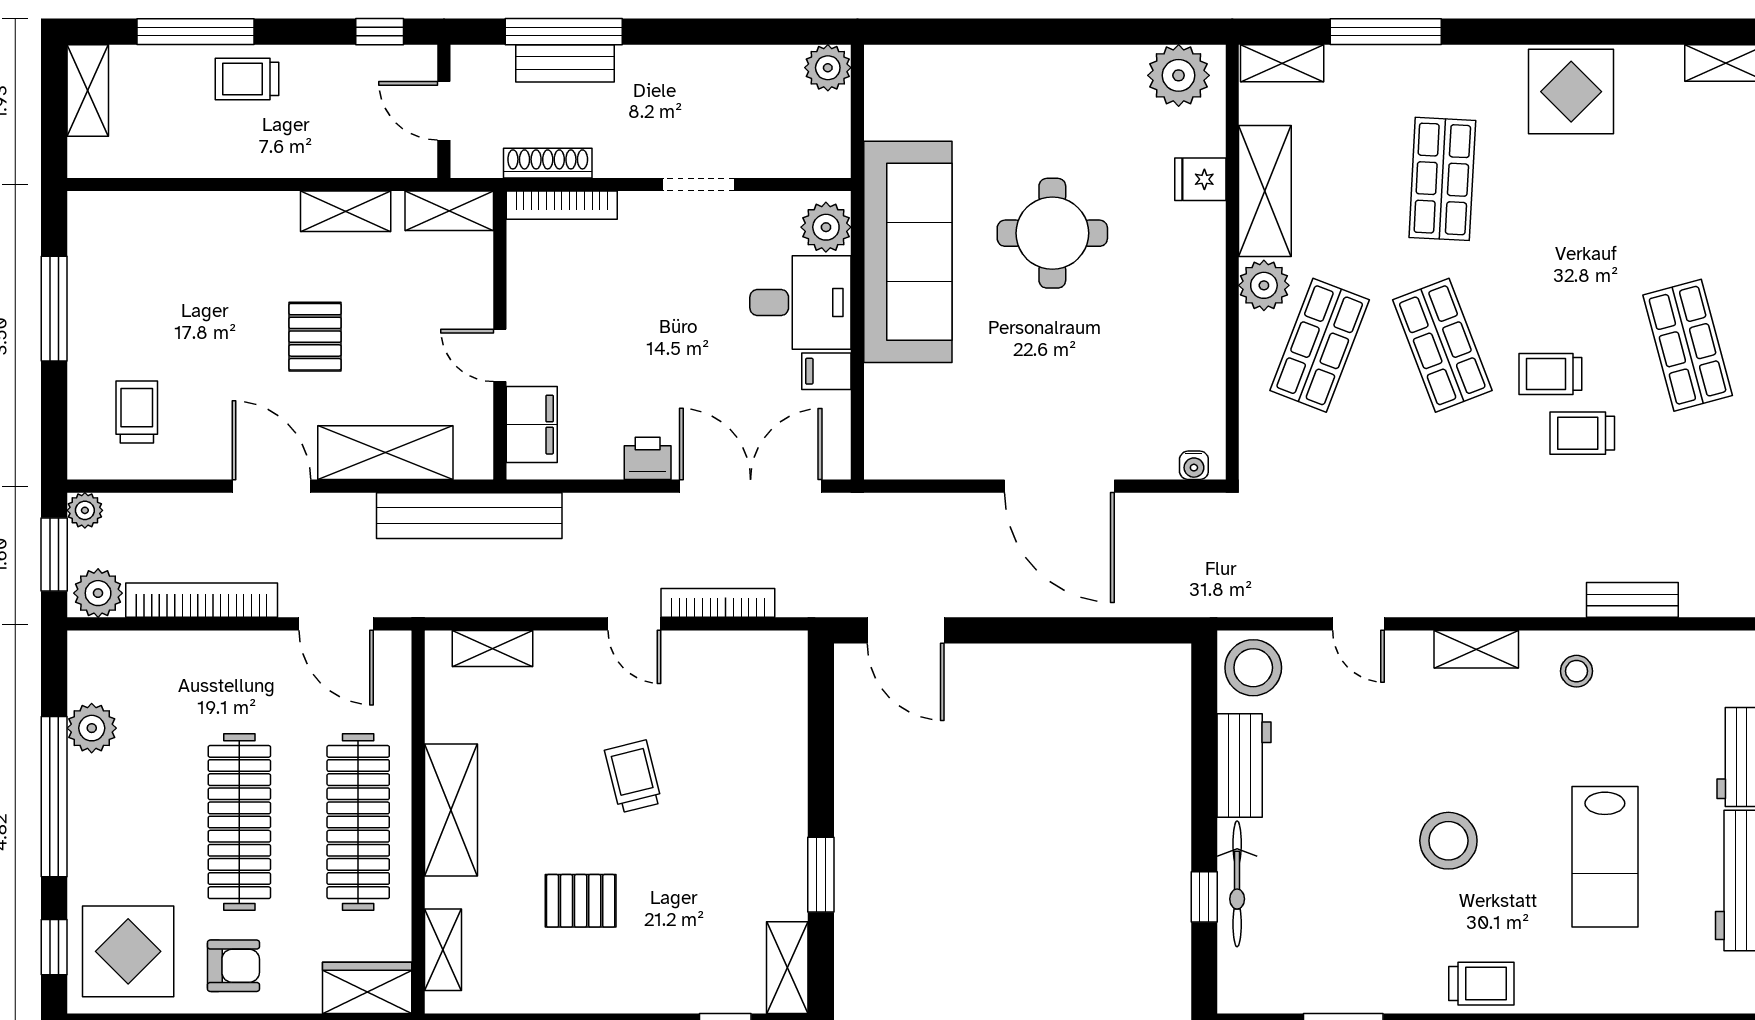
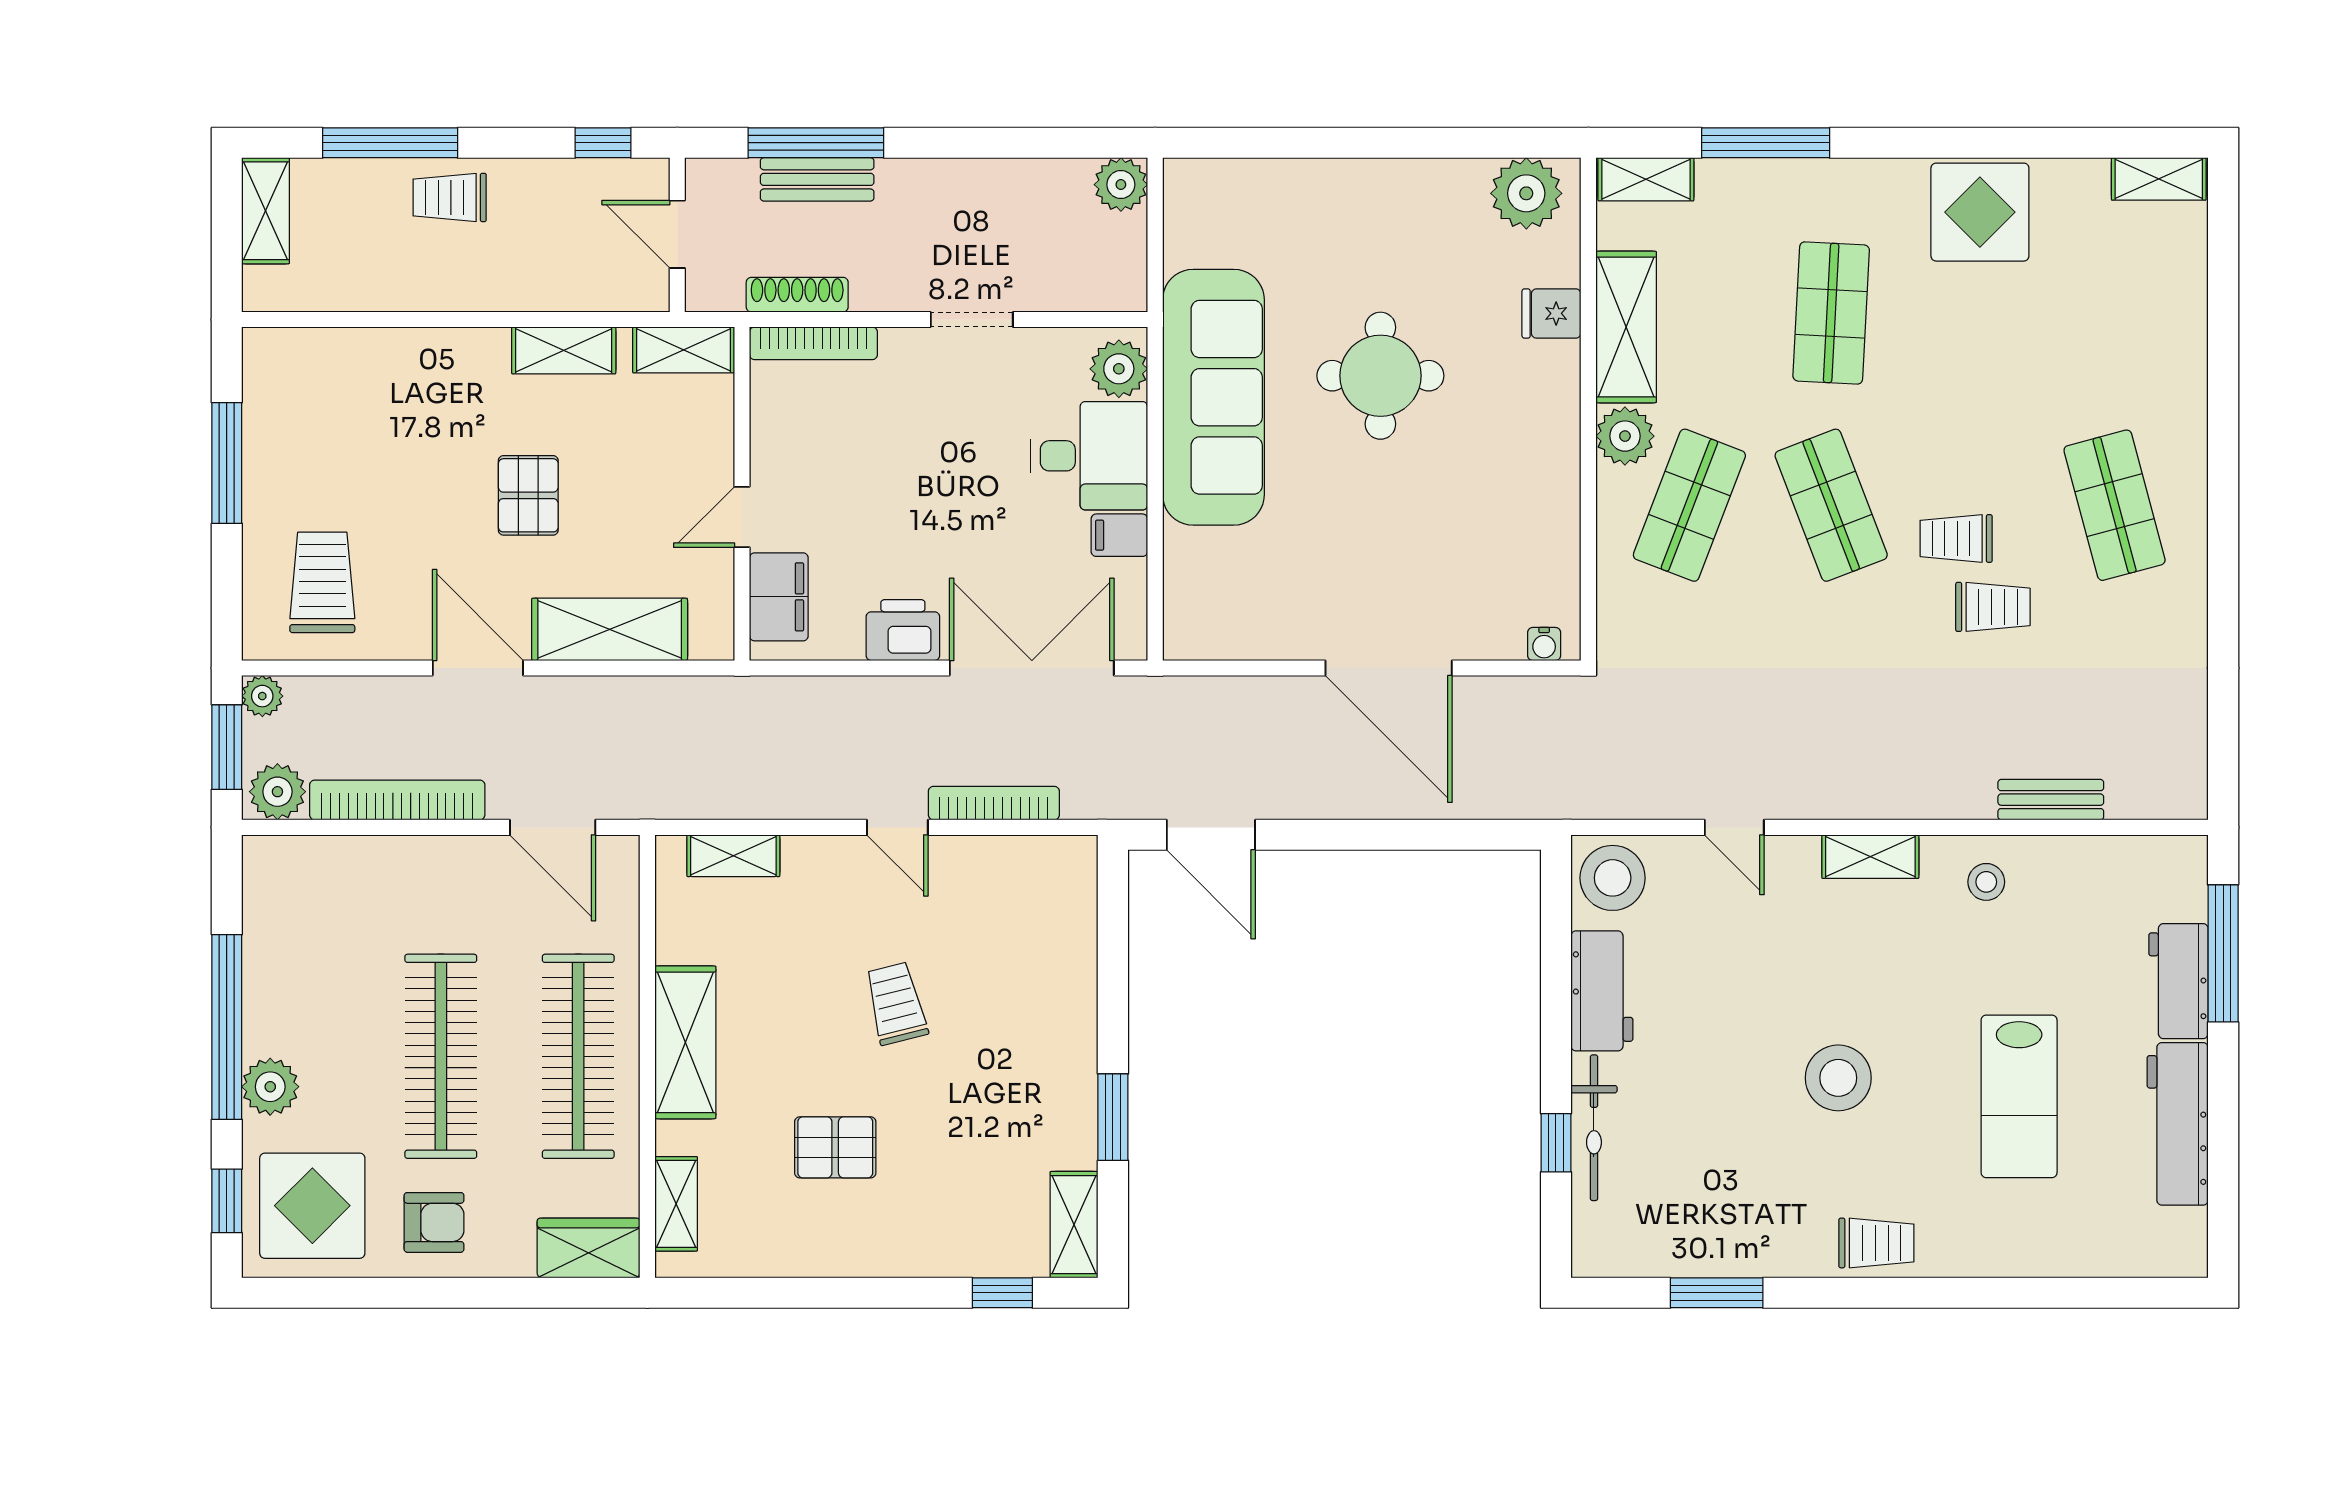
door: (500, 355) -> (742, 517), hinge flipped
trolley: (137, 412) -> (322, 582), width x1.36, depth x1.39
trolley: (1582, 433) -> (1993, 607), turned 180
printer: (648, 458) -> (903, 630), width x1.36, depth x1.24
bench: (469, 516) -> (707, 702), removed
plant: (92, 728) -> (270, 1087), moved

